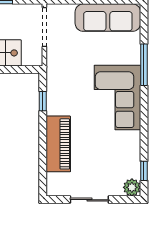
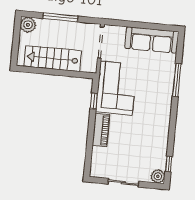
corner sofa: (117, 98) -> (116, 88), moved, turned 180
piano: (58, 144) -> (101, 130), width x0.73, depth x0.75

